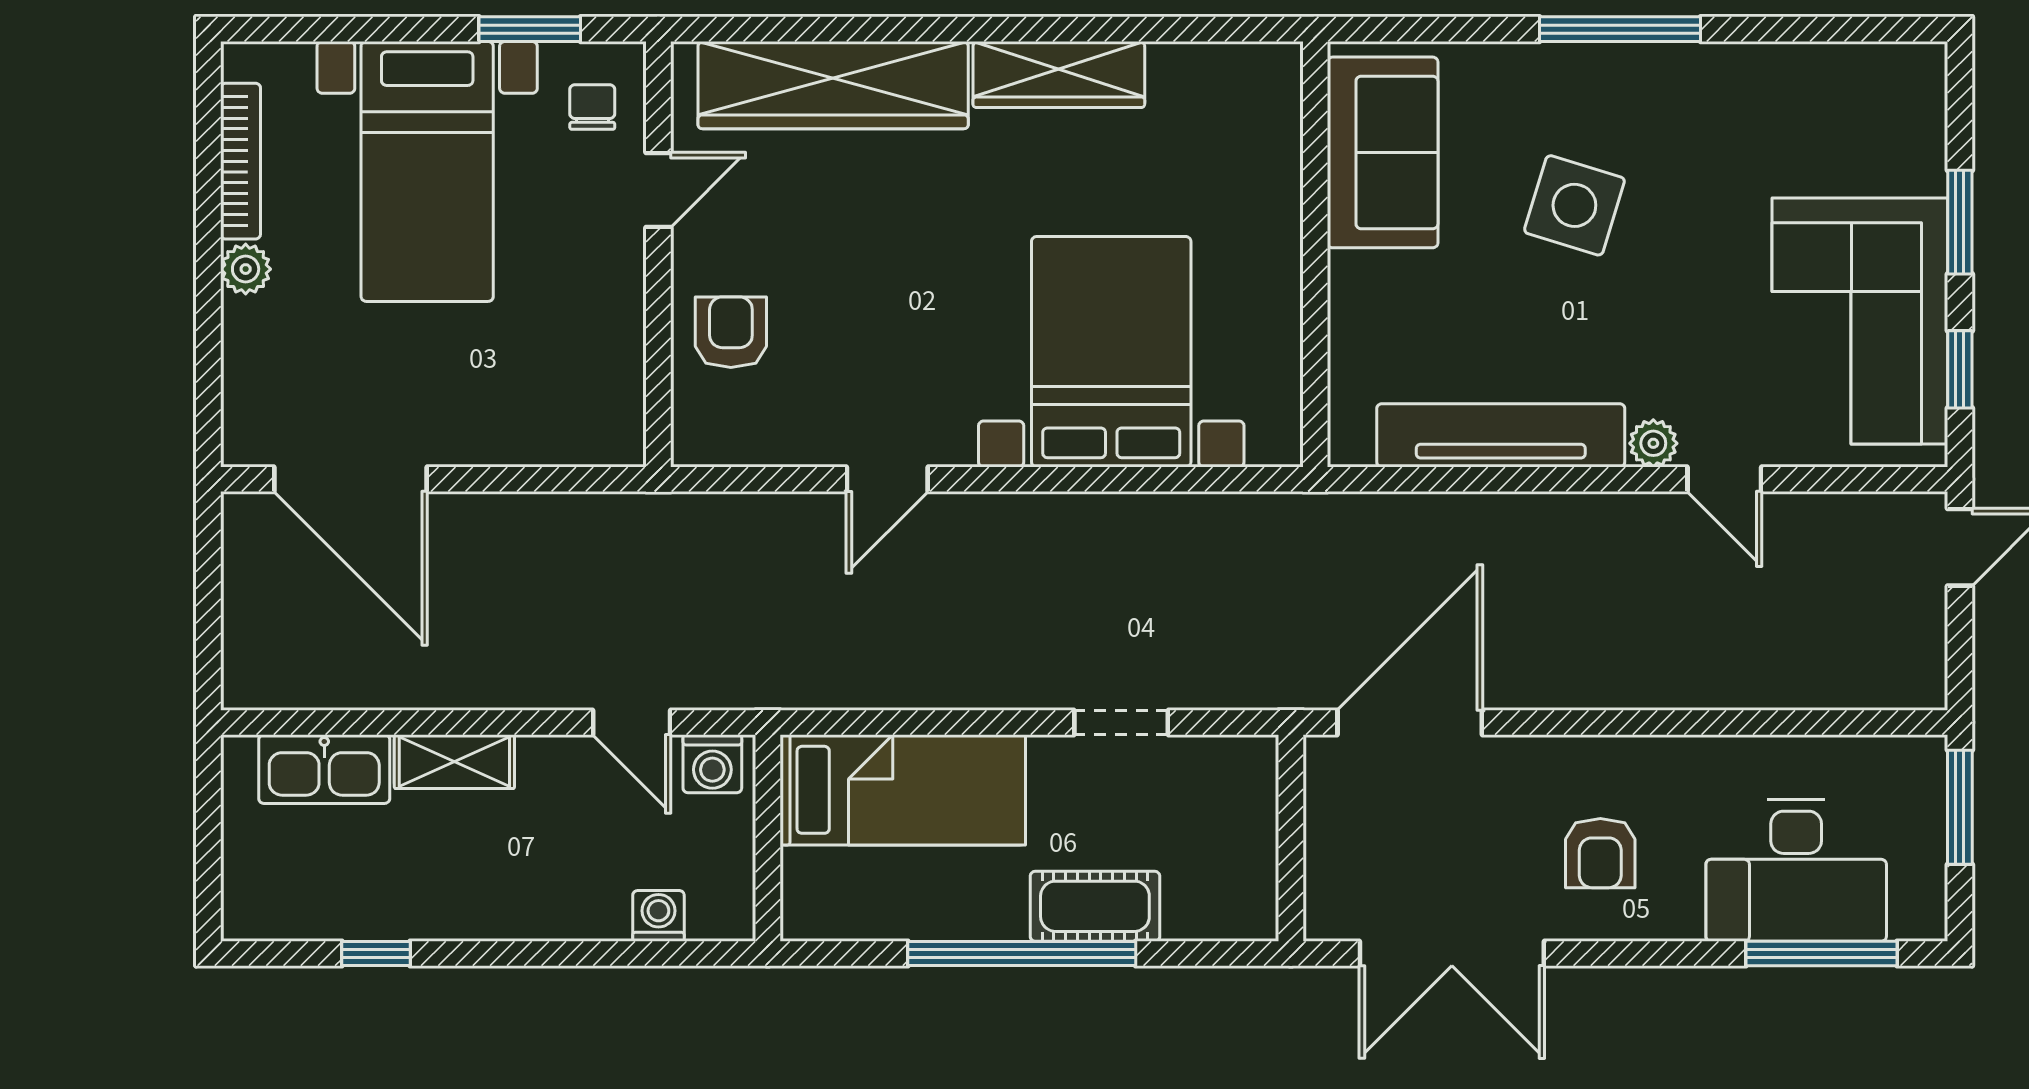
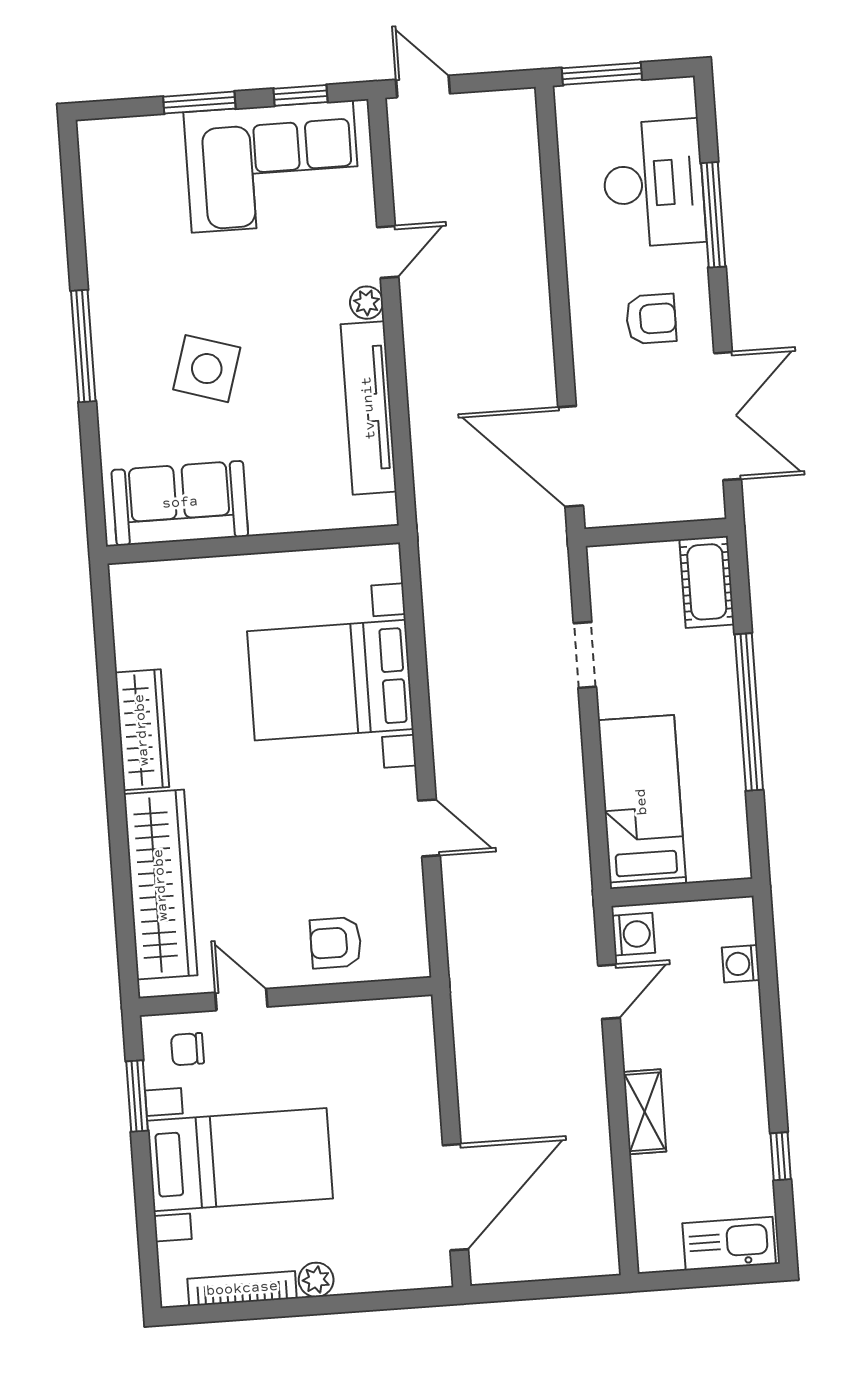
kitchen sink: (324, 769) -> (729, 1244), moved, turned -90
cot: (1095, 906) -> (707, 582), moved
window: (1821, 954) -> (713, 215), moved

